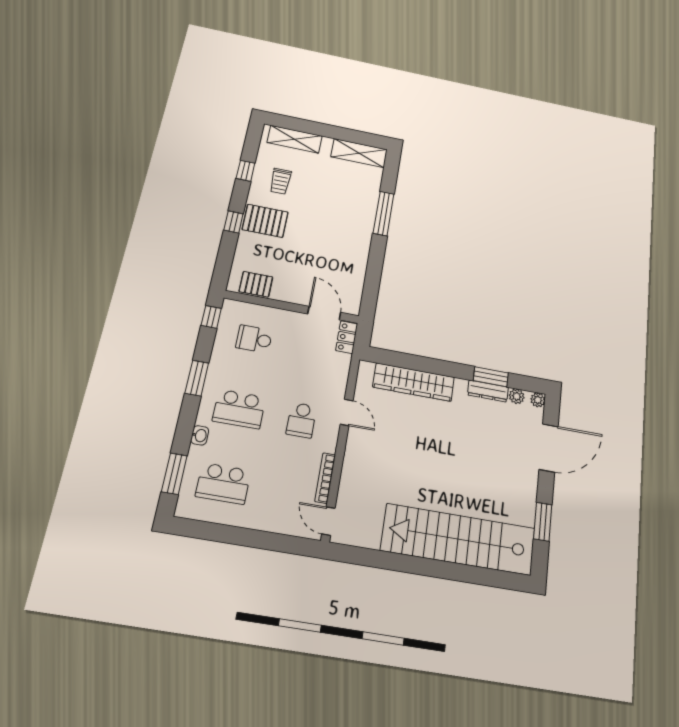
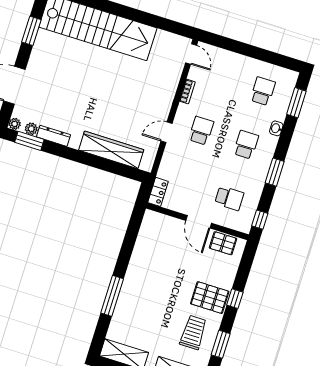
window: (246, 171) -> (221, 344), width x1.50
trolley: (280, 181) -> (193, 332), width x1.36, depth x1.39
door: (324, 313) -> (199, 222), moved
window: (491, 377) -> (29, 141), moved
school desk: (239, 409) -> (246, 145), width x0.54
door: (347, 412) -> (167, 132), hinge flipped
bookcase: (325, 478) -> (187, 91), width x0.64
school desk: (223, 483) -> (263, 91), width x0.54

